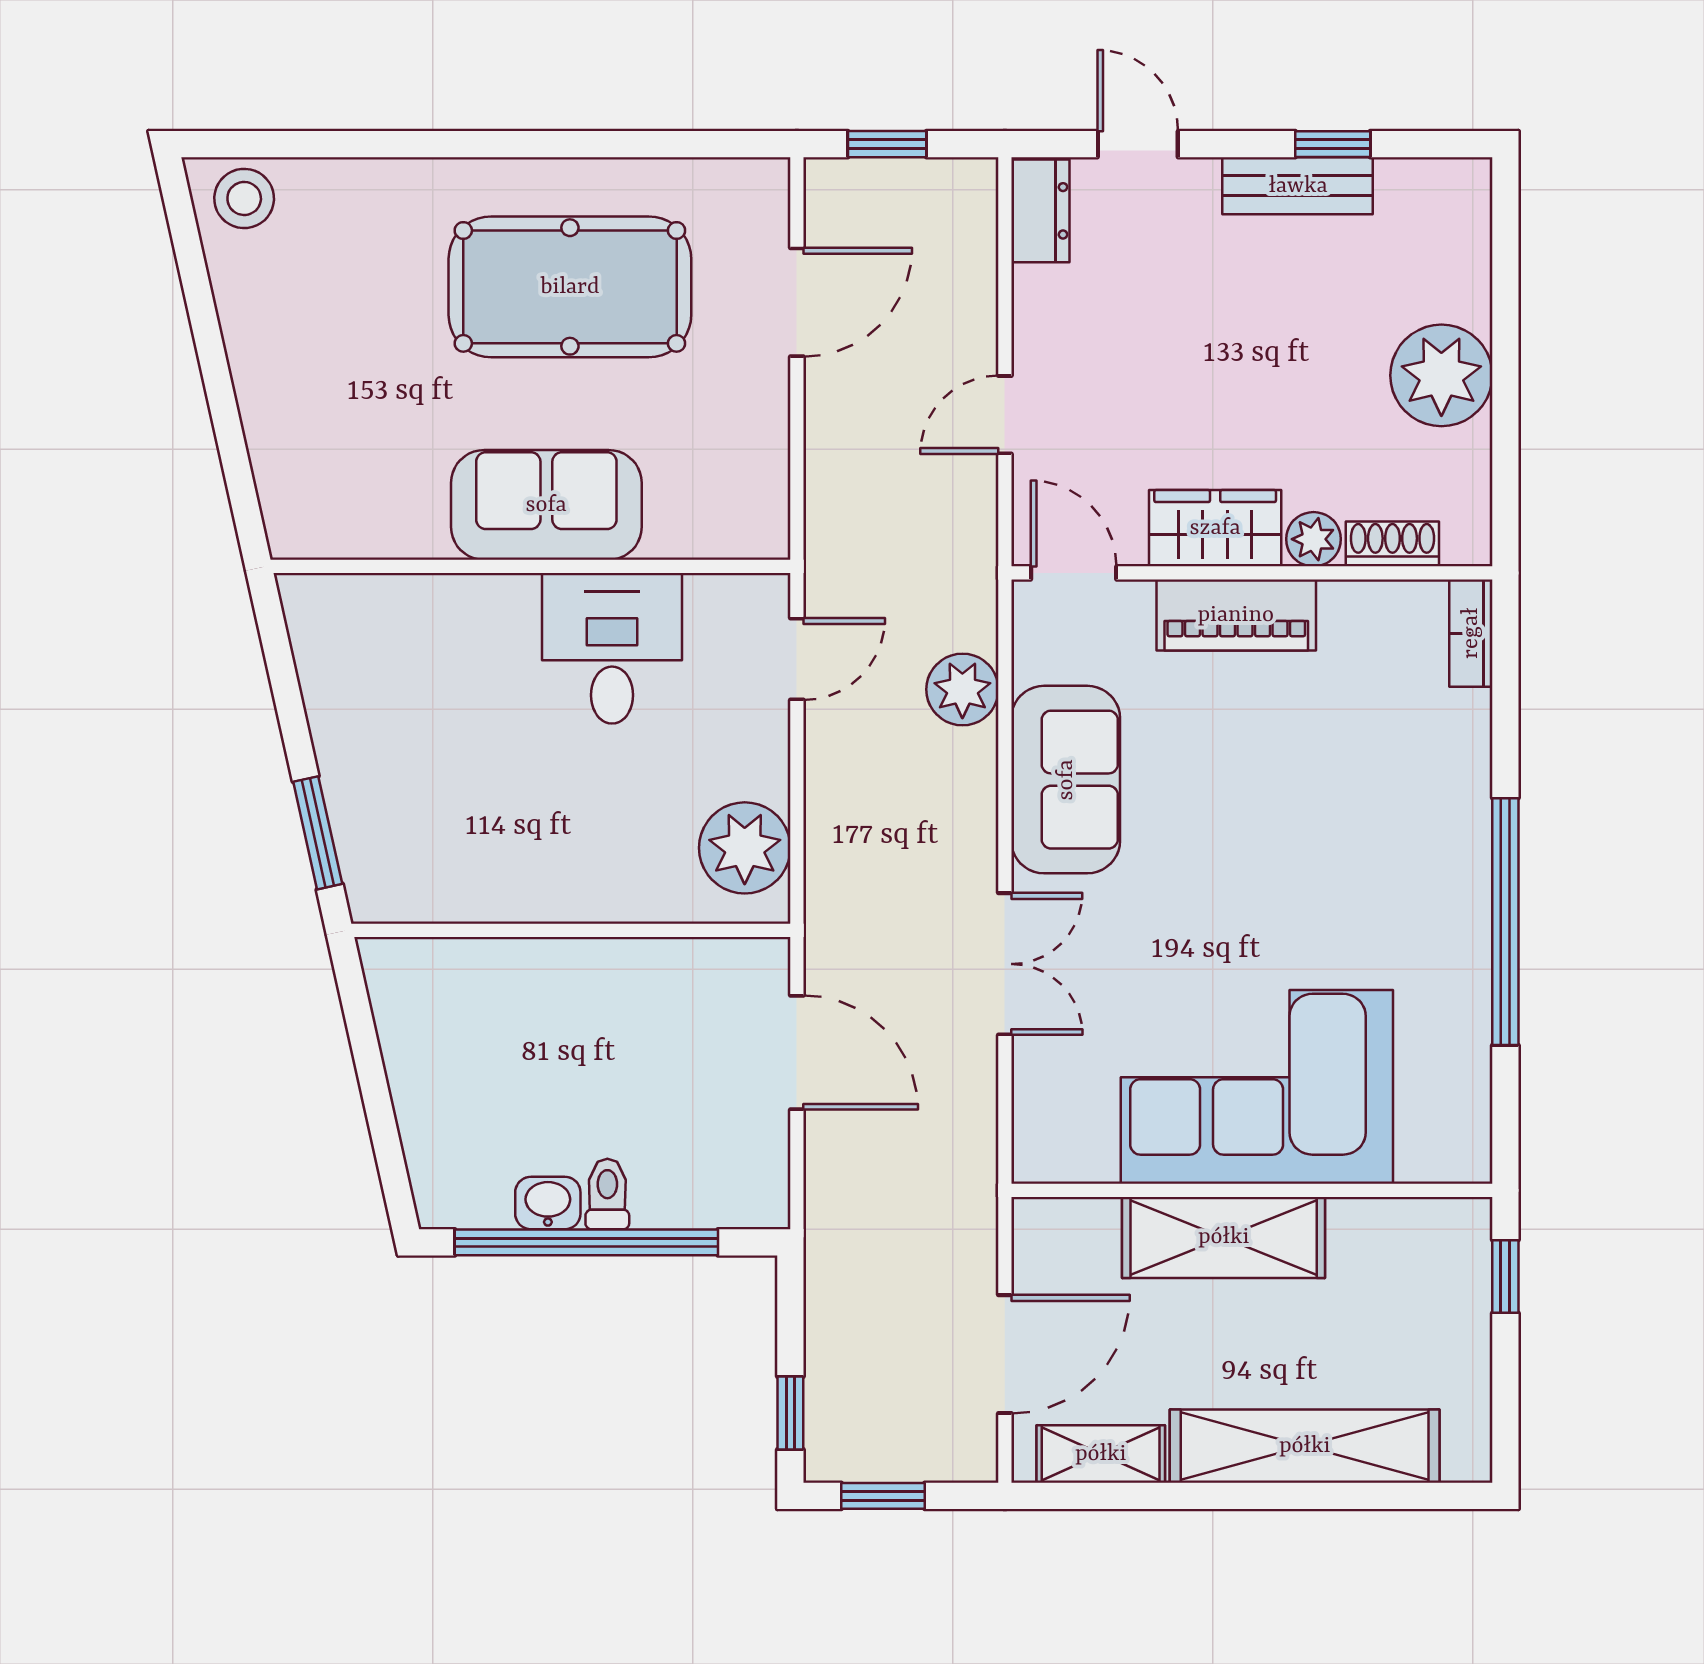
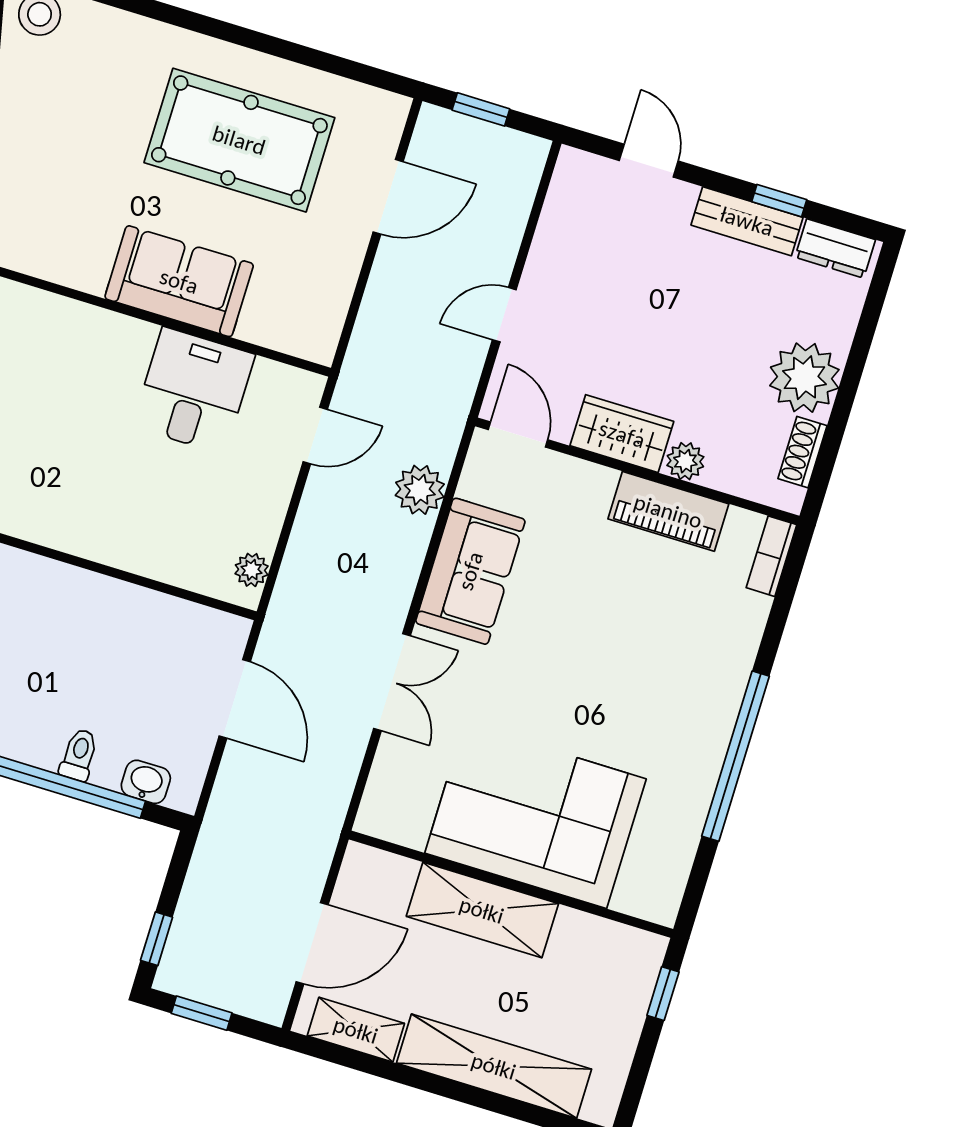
dresser: (1040, 211) -> (835, 248), moved, turned 90
shoe rack: (1392, 544) -> (802, 452), moved, turned -90
piano: (1236, 615) -> (668, 511), moved
plant: (745, 848) -> (252, 570), width x0.53, depth x0.53
washbasin: (548, 1203) -> (146, 782), moved

